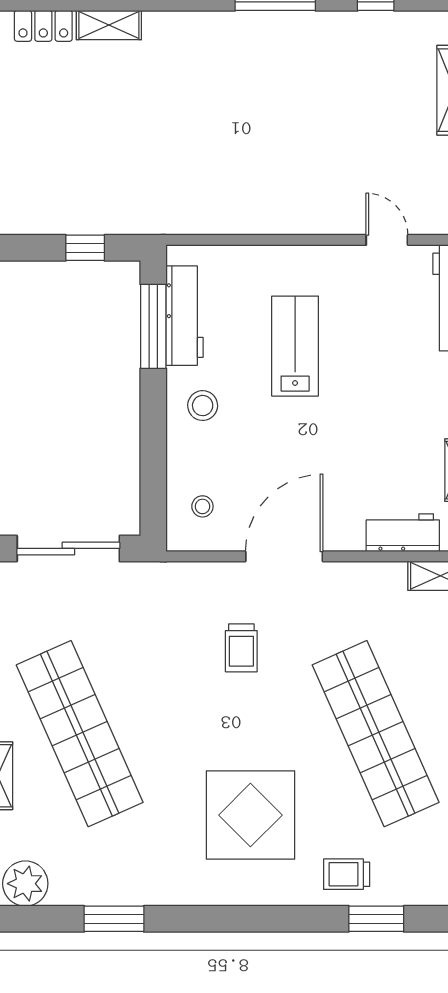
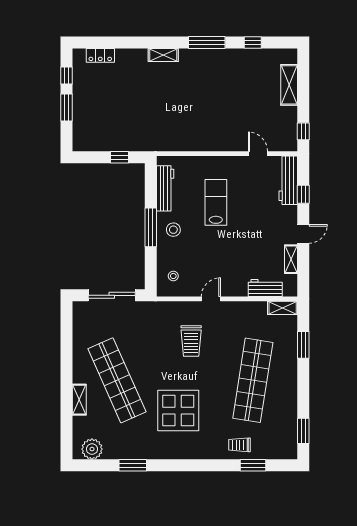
shelving: (109, 25) -> (163, 55), moved
window: (153, 326) -> (151, 227), moved
door: (284, 556) -> (211, 299), width x0.53
trolley: (241, 648) -> (191, 341), width x1.36, depth x1.39
shop shelf: (376, 734) -> (253, 380), turned 33
display table: (250, 815) -> (178, 411), moved

